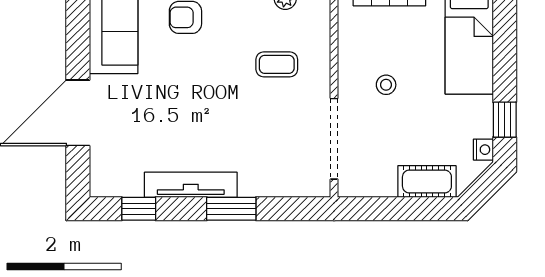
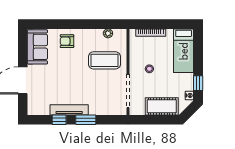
coffee table: (277, 64) -> (104, 60), width x1.86, depth x1.72
cot: (427, 181) -> (162, 106), width x1.37, depth x1.34
window: (139, 209) -> (59, 120), moved

